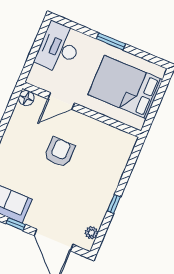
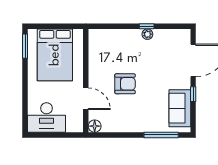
window: (111, 41) -> (25, 46), moved
armchair: (60, 152) -> (125, 84), turned 180
plant: (91, 233) -> (147, 34), moved

